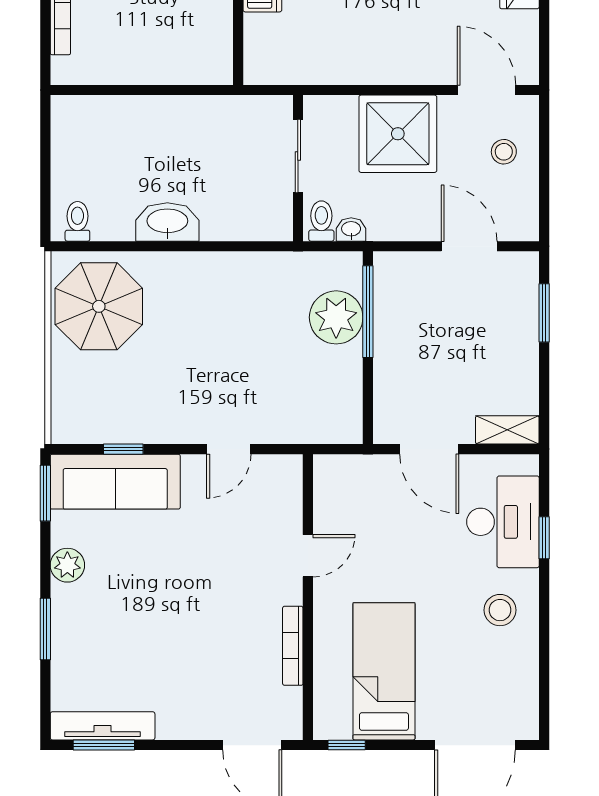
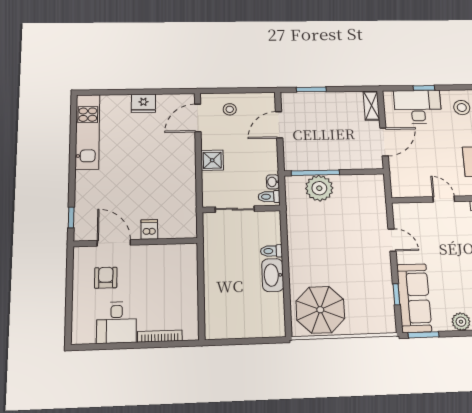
shower: (398, 134) -> (212, 160), width x0.54, depth x0.54
toilet: (77, 221) -> (271, 251), moved

